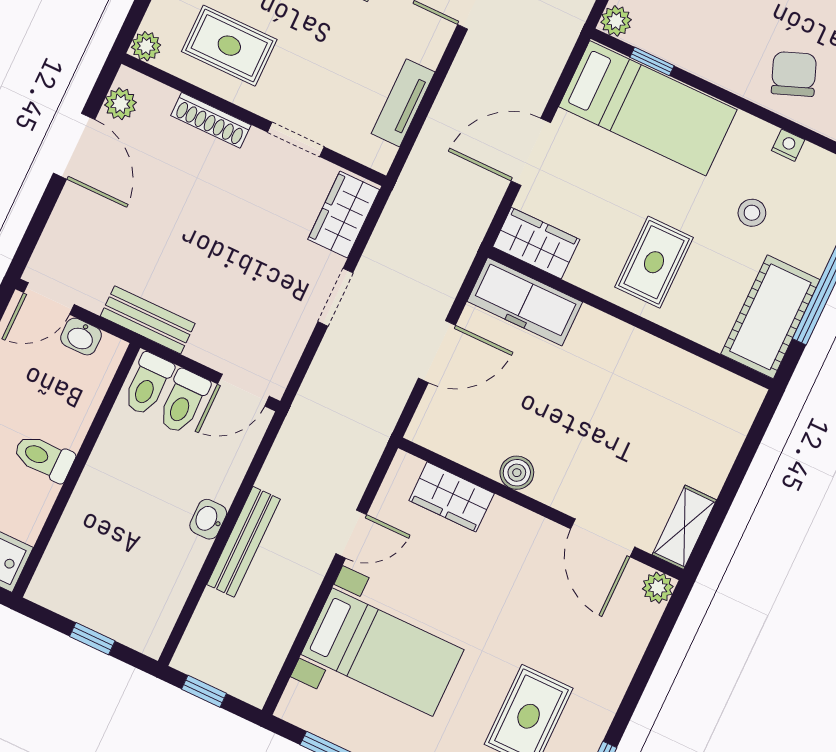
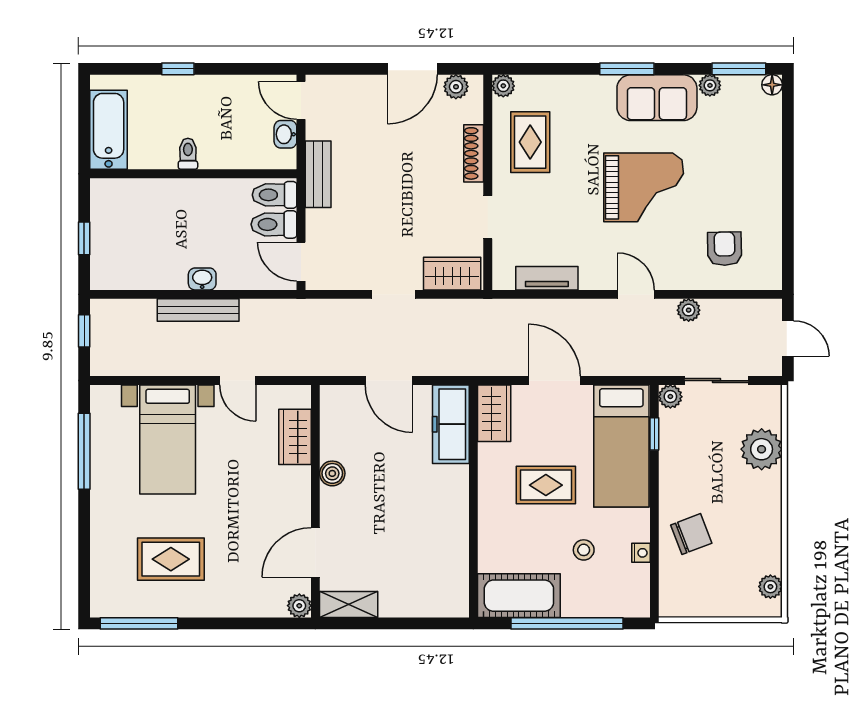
rug: (654, 262) -> (546, 485), moved
toilet: (44, 458) -> (188, 154), width x0.73, depth x0.72

